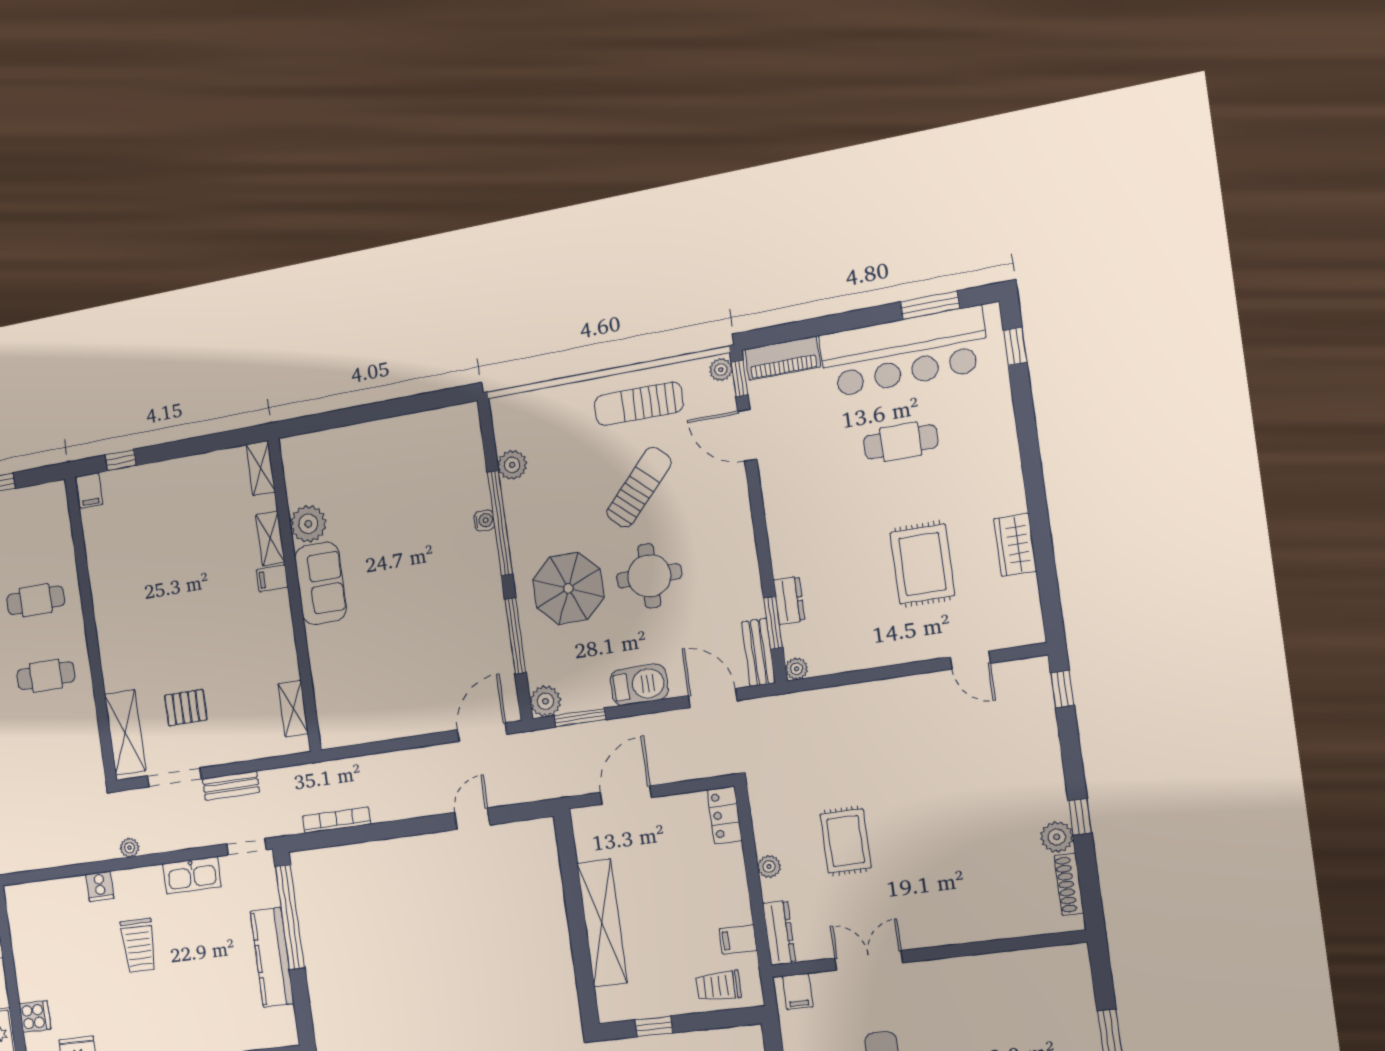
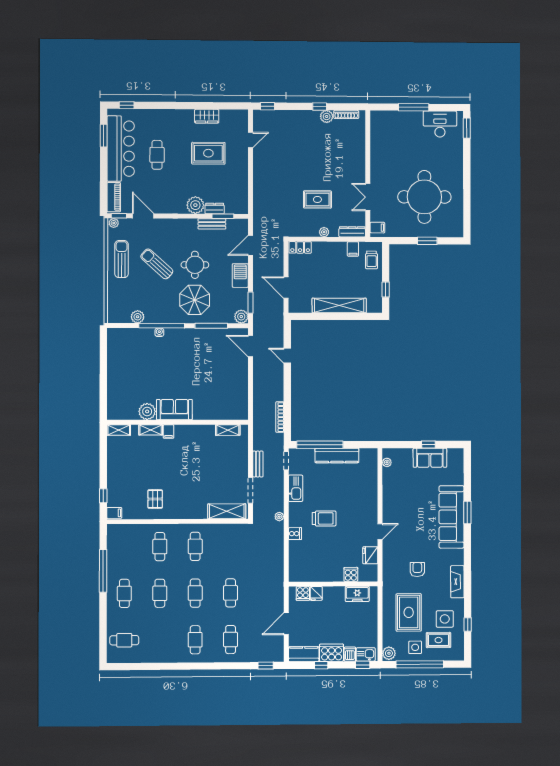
sun lounger: (639, 404) -> (122, 259), turned 180
door: (747, 435) -> (143, 216), swing flipped
bench: (758, 652) -> (212, 224), moved
plant: (797, 669) -> (195, 205), moved, width x1.87, depth x1.87
pallet: (186, 708) -> (155, 499), moved

